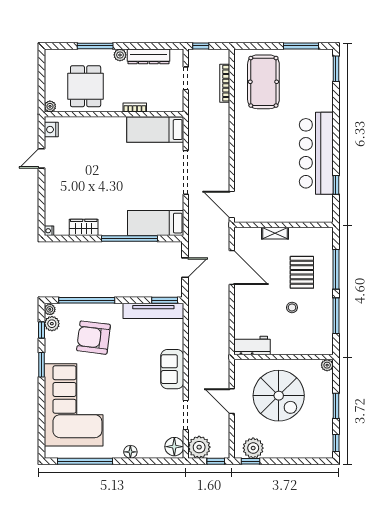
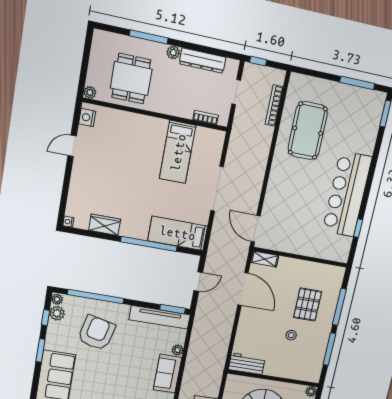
pool table: (263, 82) -> (308, 131), moved
bookcase: (135, 107) -> (206, 117), moved
bed: (155, 130) -> (178, 152), moved, turned -90
shelving: (275, 233) -> (265, 259), moved
armchair: (93, 338) -> (96, 333), turned 96
plant: (178, 342) -> (178, 350), added

